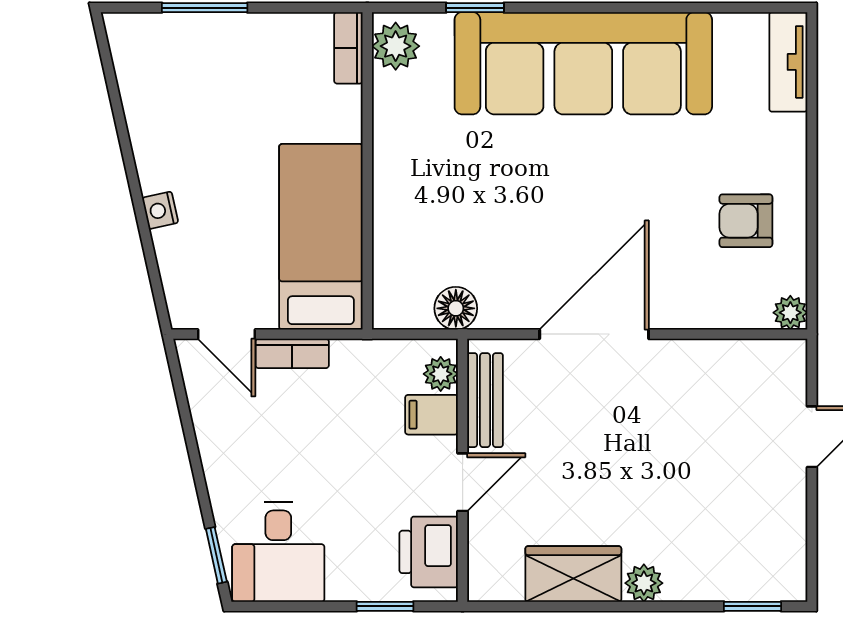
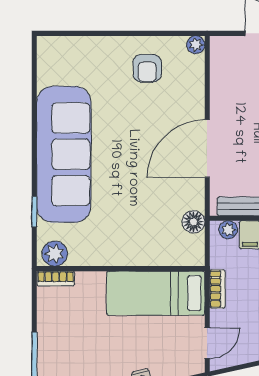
tv unit: (788, 62) -> (63, 46), removed
door: (594, 334) -> (207, 149), hinge flipped
bookcase: (292, 353) -> (217, 289), moved

